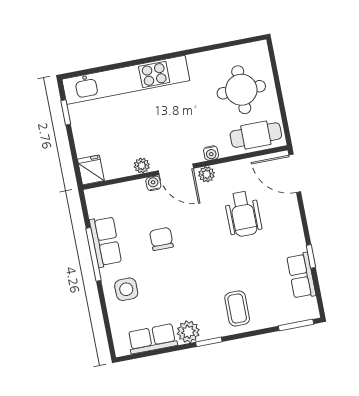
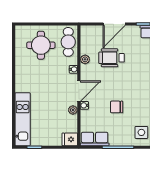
kitchen unit: (126, 80) -> (23, 119), width x0.73
door: (295, 173) -> (114, 24), moved
plant: (207, 174) -> (85, 59), moved
wheelchair: (243, 214) -> (112, 58), turned 180
row of seats: (106, 242) -> (95, 139), moved

